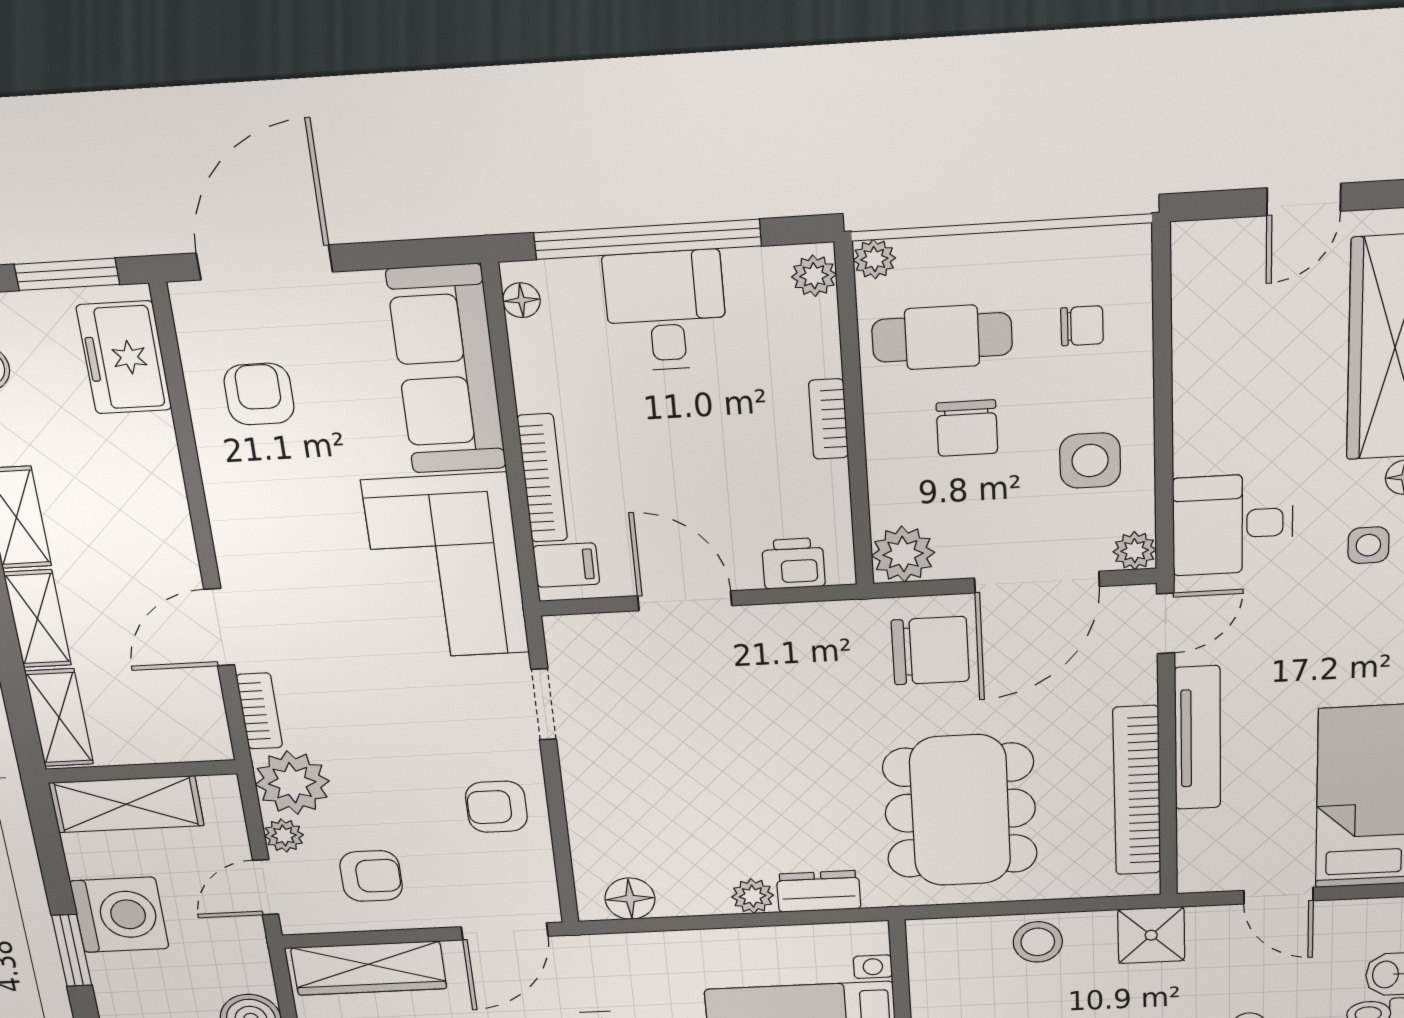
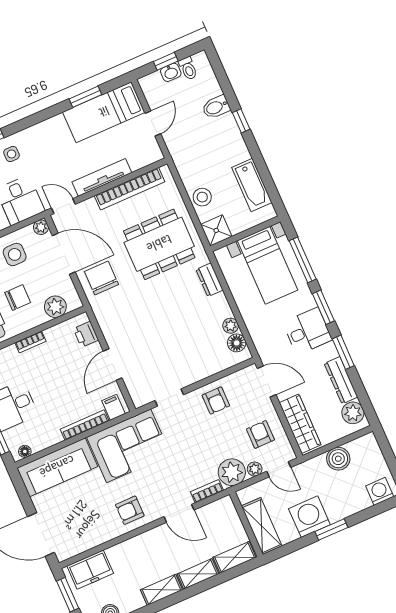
armchair: (259, 394) -> (130, 510), moved
plant: (903, 554) -> (55, 307), moved
plant: (753, 896) -> (231, 326), moved
shower: (1151, 935) -> (216, 230), moved

